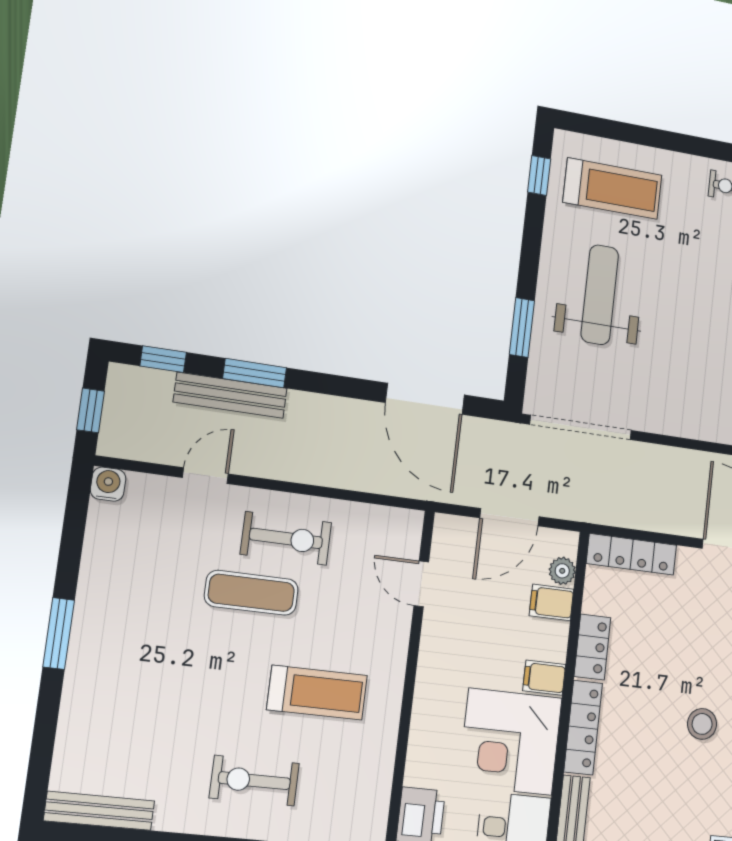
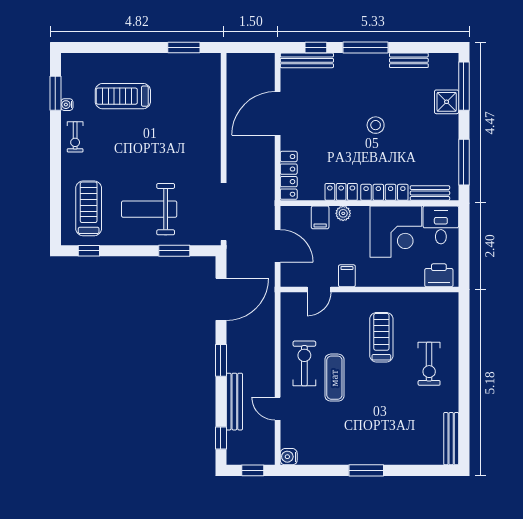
window: (255, 373) -> (221, 360), moved
plant: (562, 571) -> (343, 213), moved
filing cabinet: (544, 678) -> (347, 276), moved, turned 180

